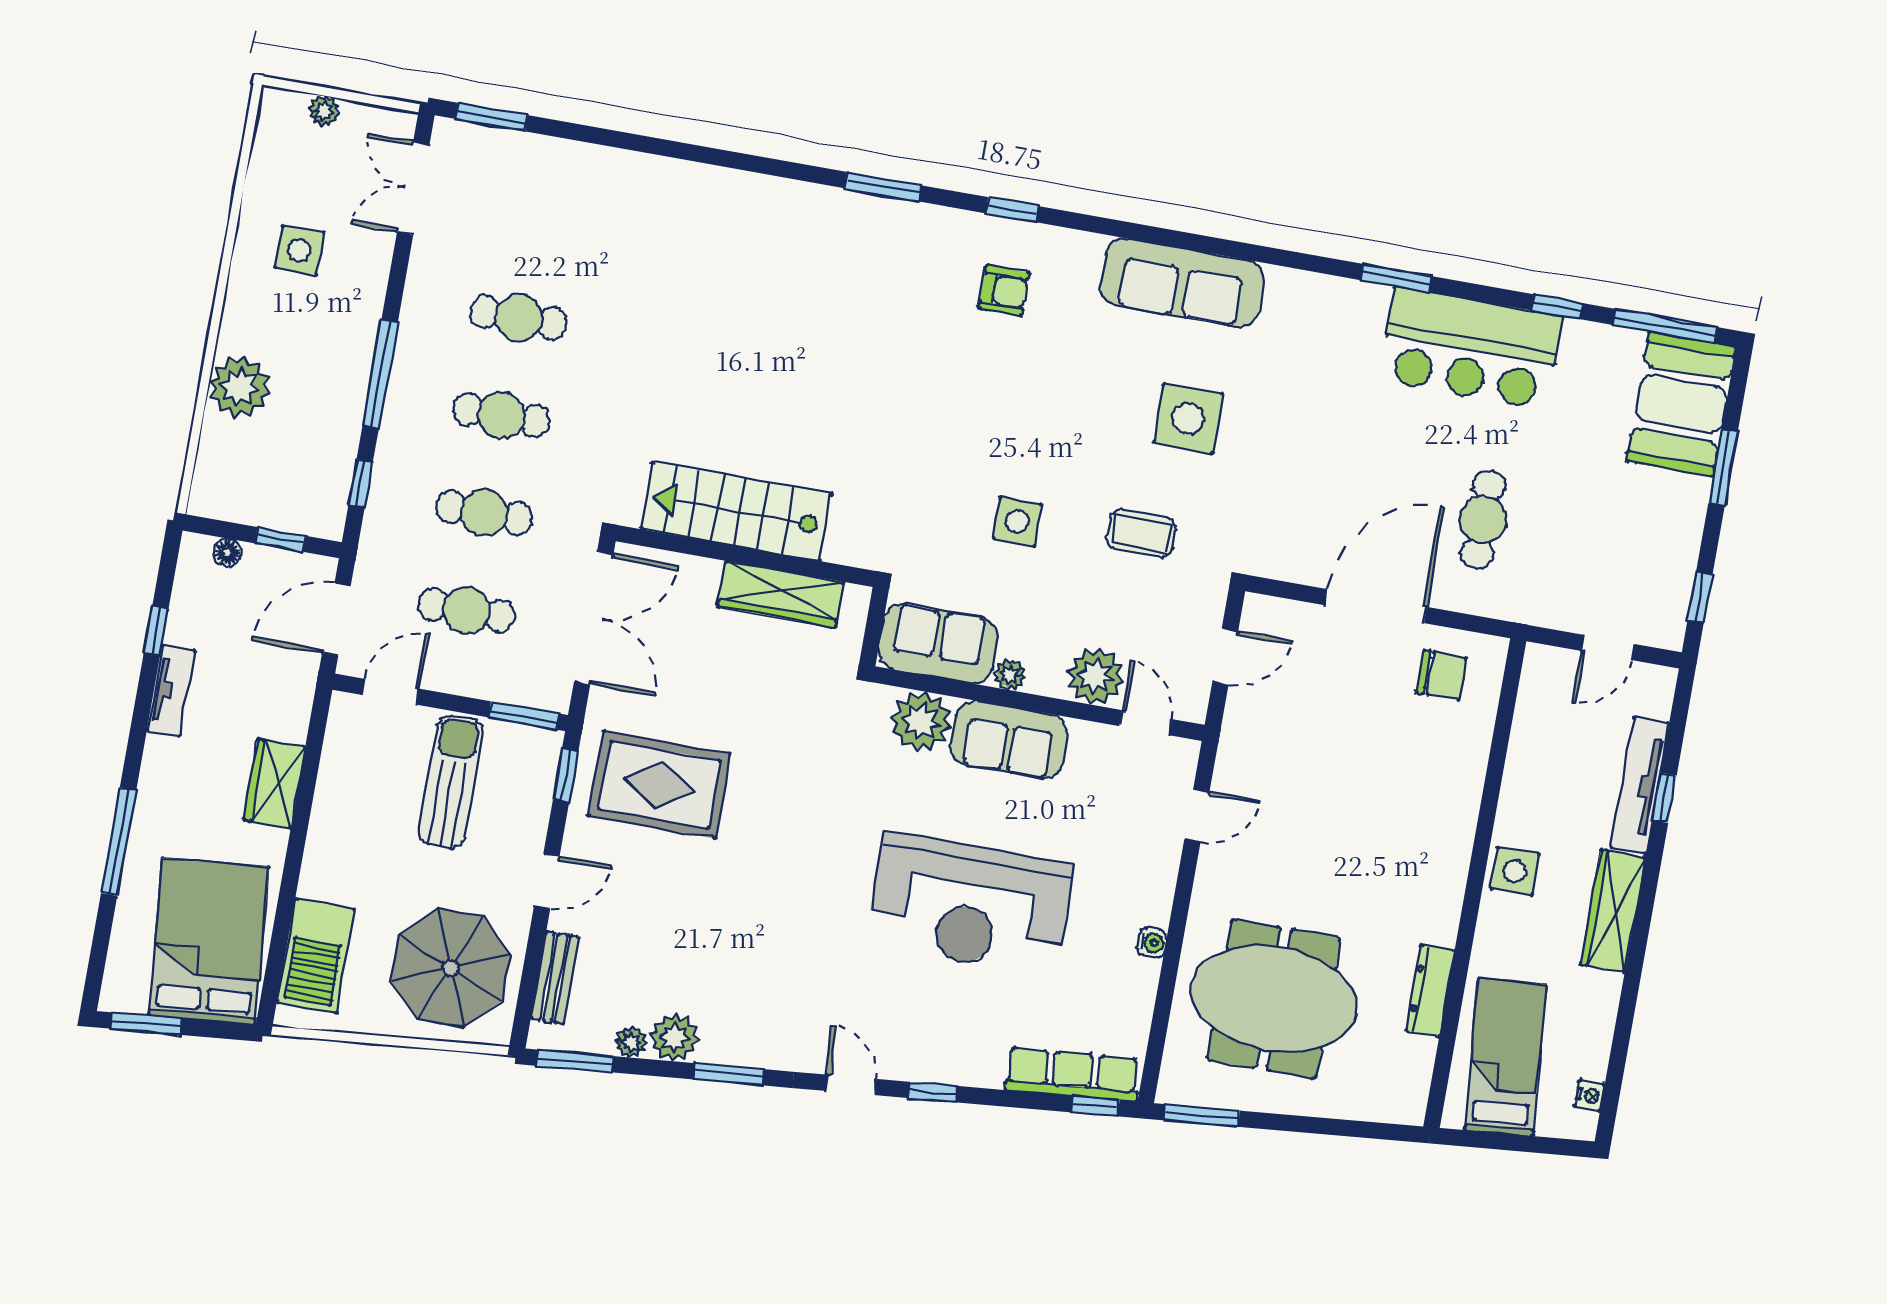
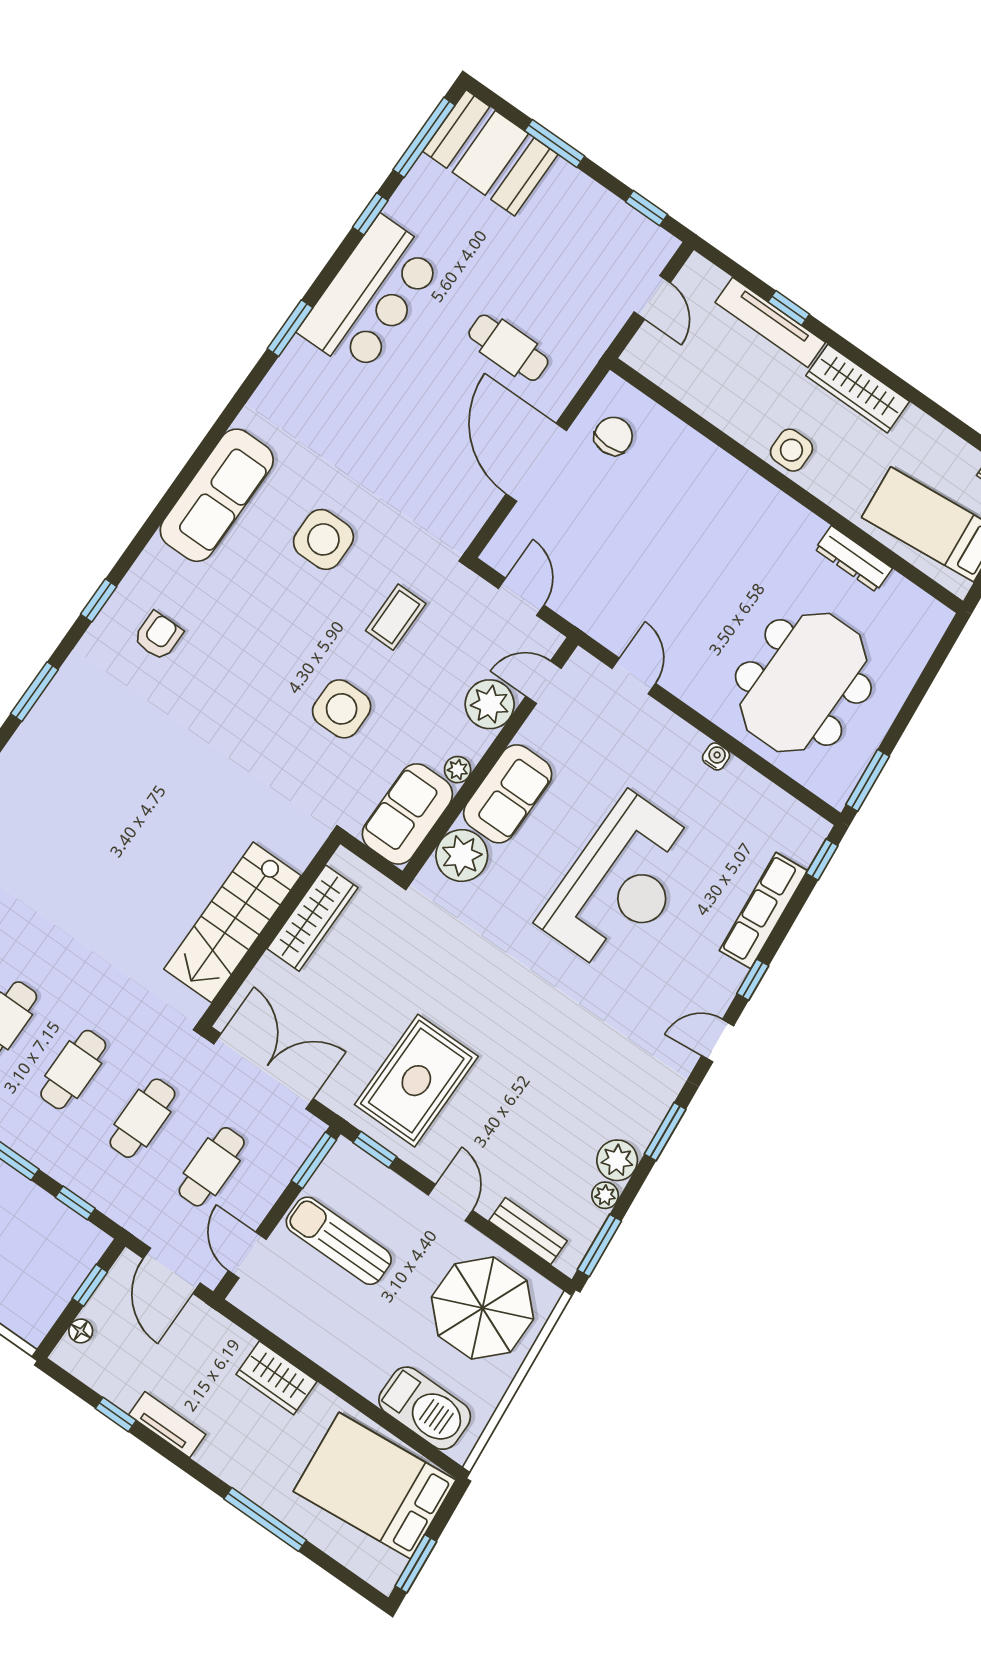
side table: (1017, 521) -> (342, 709), width x1.37, depth x1.37
row of seats: (1073, 1074) -> (763, 911), moved

